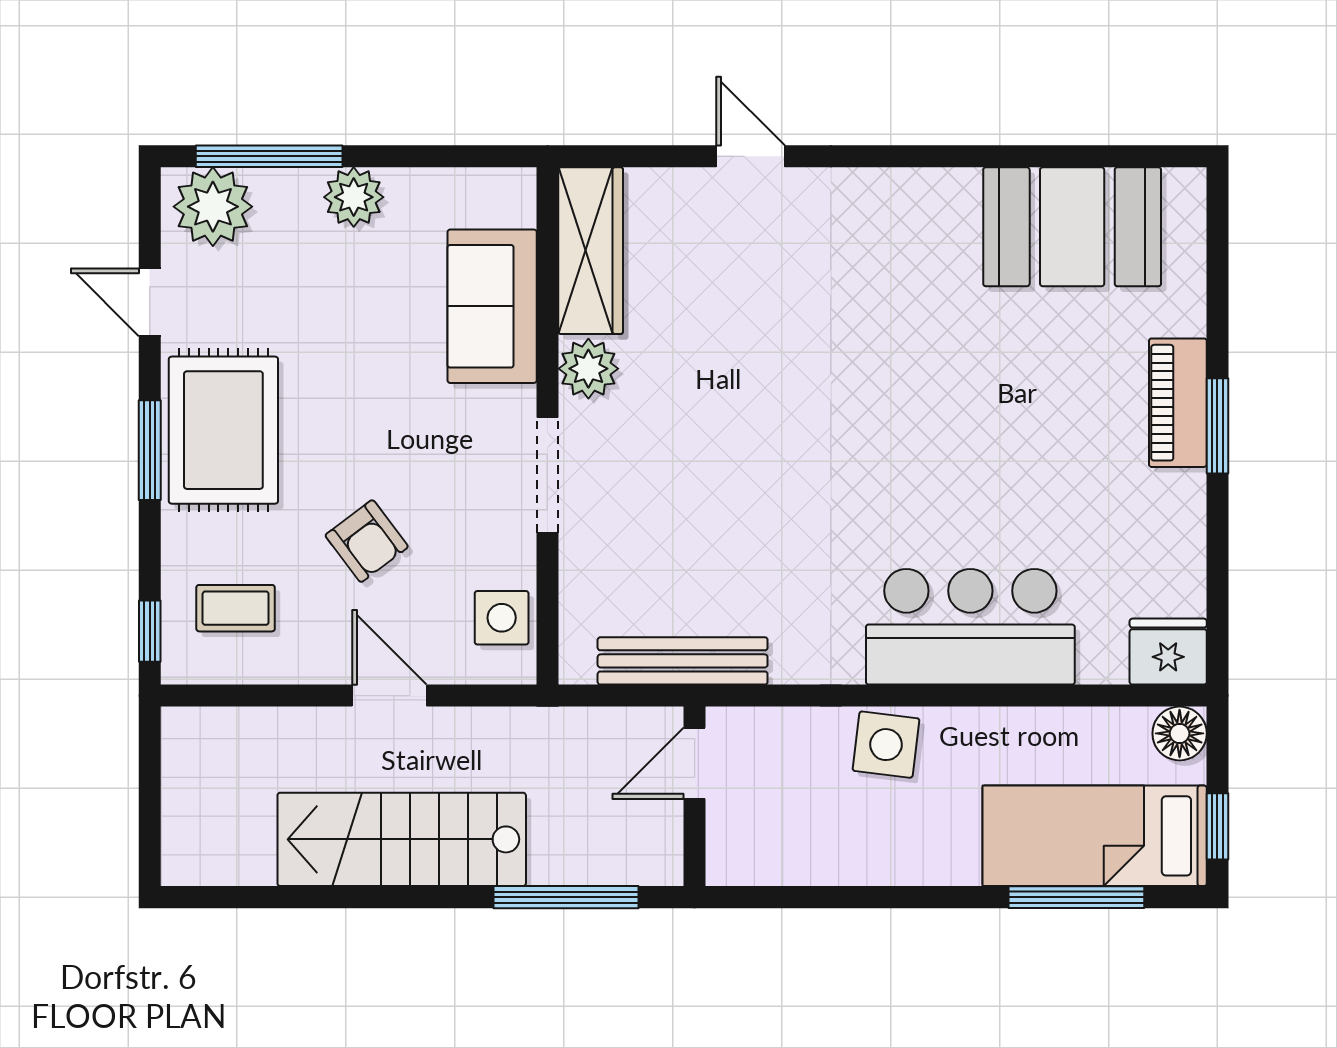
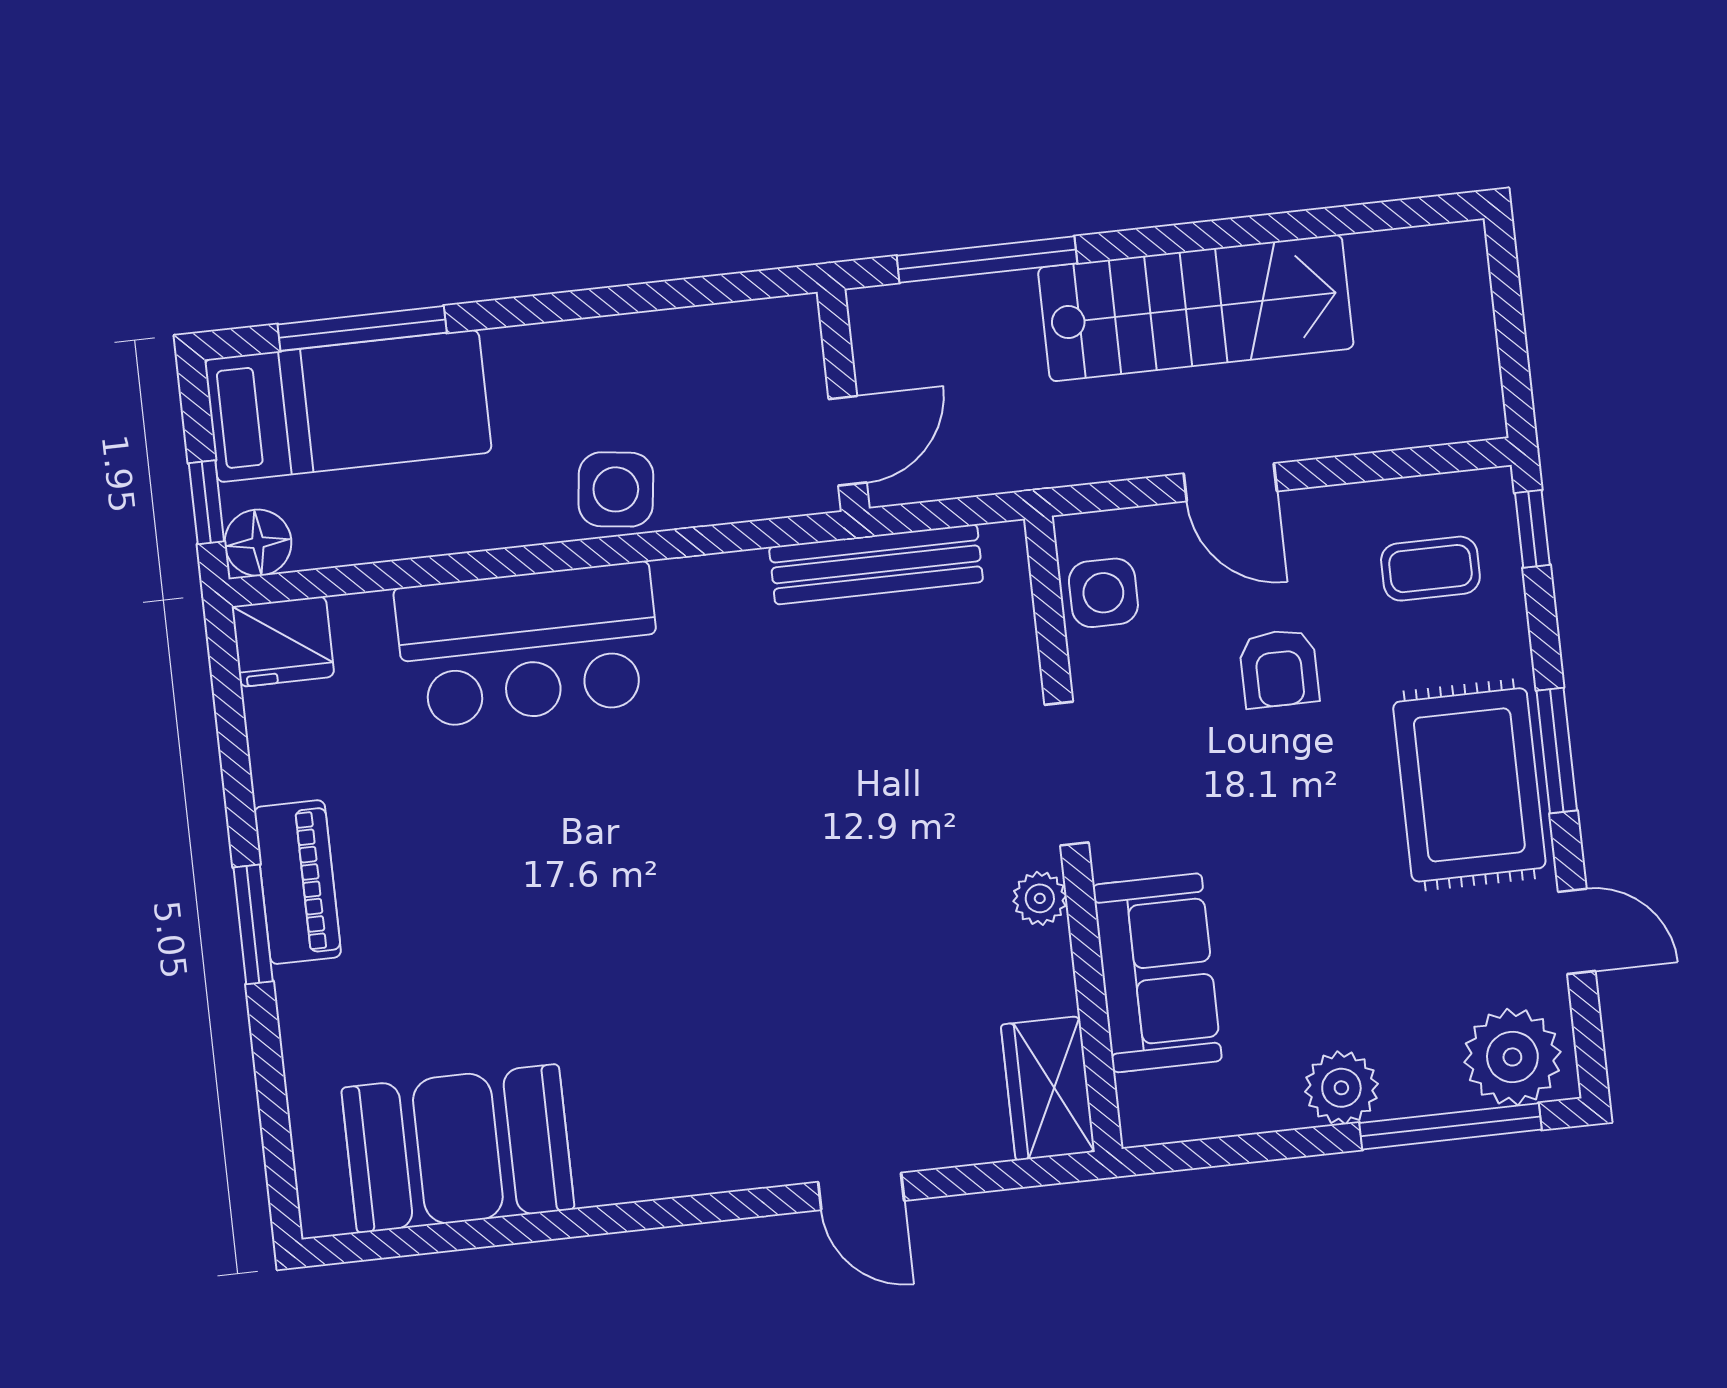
wardrobe: (591, 251) -> (1048, 1088), width x0.67
plant: (588, 369) -> (1040, 898), width x0.73, depth x0.73
piano: (1178, 403) -> (298, 882), moved
armchair: (367, 541) -> (1279, 668), turned -143
window: (1217, 826) -> (206, 502), moved

